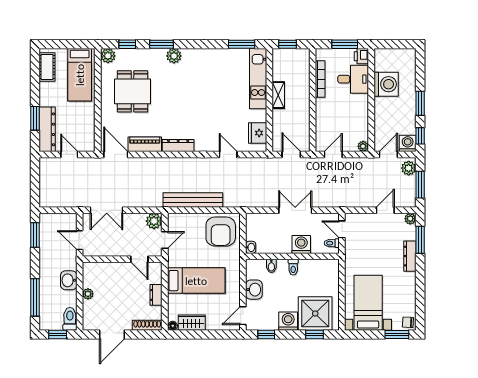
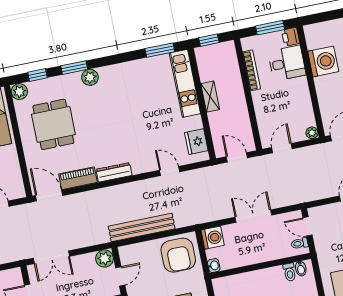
washing machine: (301, 244) -> (213, 238), moved, turned 90
bidet: (271, 266) -> (301, 269), moved
toilet: (293, 267) -> (290, 272), moved

